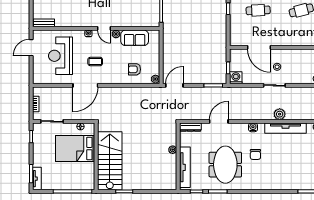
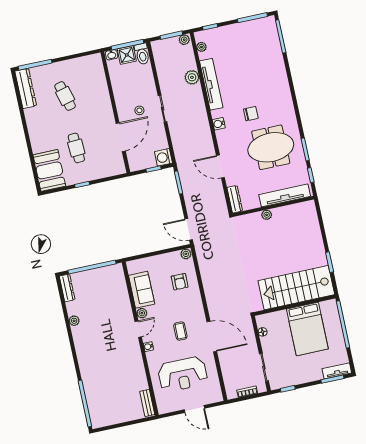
door: (31, 48) -> (194, 409), moved
plant: (280, 114) -> (192, 77), moved
bed: (75, 149) -> (307, 329), moved

